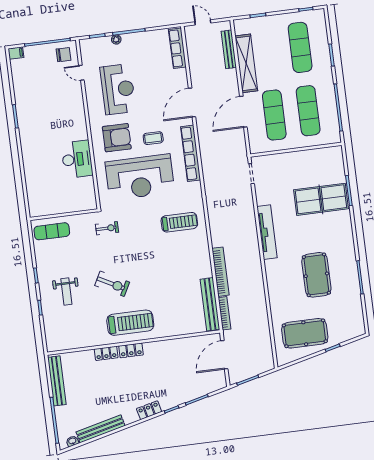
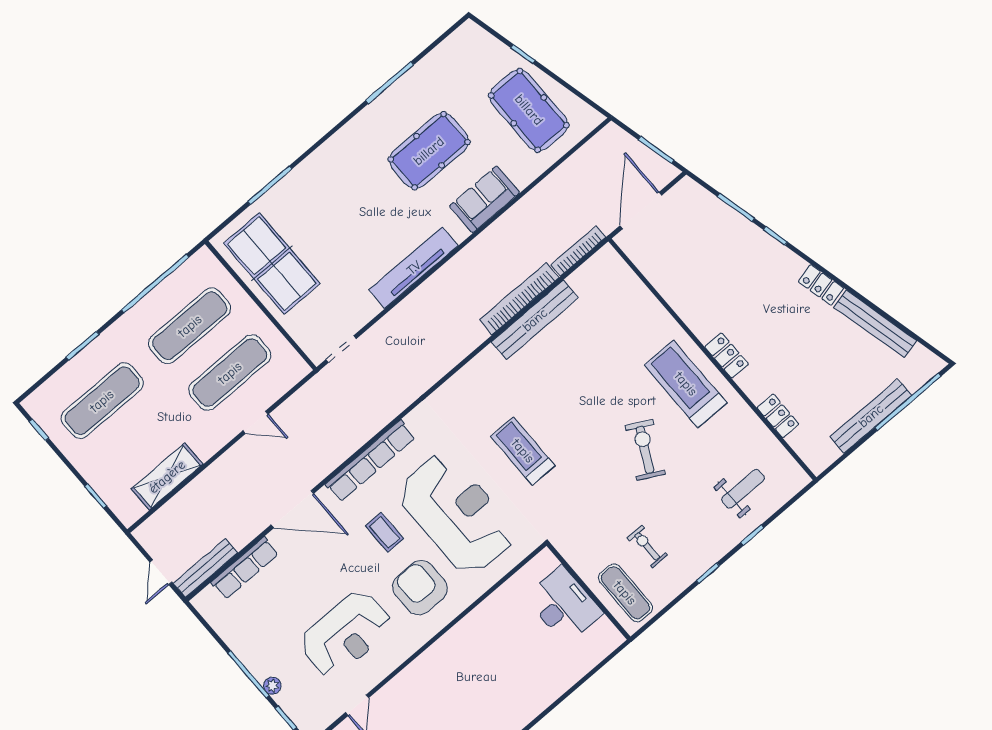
row of seats: (177, 48) -> (245, 568), moved
bench: (229, 49) -> (205, 568), moved
shelving: (246, 63) -> (167, 477), width x0.68
reception desk: (118, 89) -> (346, 634), turned 180
door: (243, 112) -> (255, 422), width x0.53
desk: (77, 159) -> (564, 605), moved, turned 90
table tennis table: (321, 199) -> (272, 264), moved
treadmill: (179, 222) -> (523, 451), moved
exercise bike: (107, 228) -> (647, 546), moved
sofa: (277, 286) -> (485, 199), added
weight bench: (66, 291) -> (743, 489), moved
bench: (210, 304) -> (535, 320), moved
locker: (106, 353) -> (778, 416), moved
door: (224, 355) -> (641, 210), swing flipped
bench: (57, 381) -> (871, 416), moved
locker: (149, 410) -> (821, 285), moved
washbasin: (72, 441) -> (922, 354), removed

